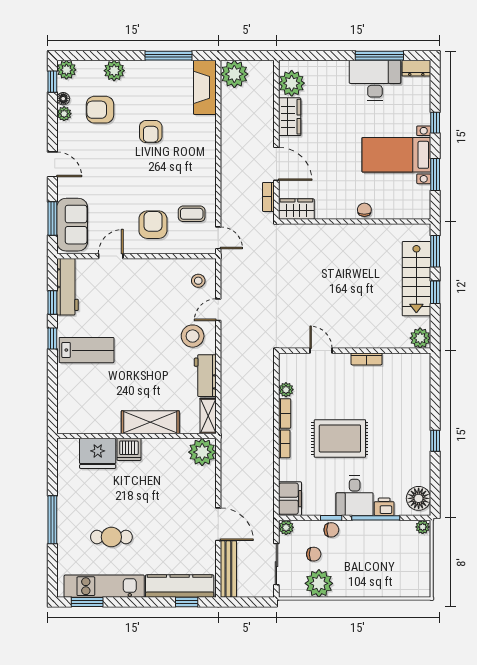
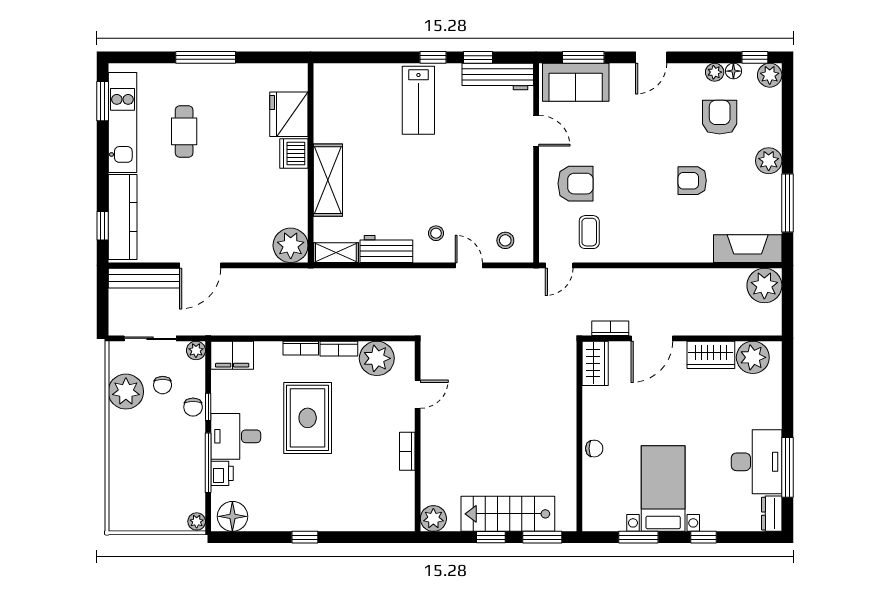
plant: (114, 71) -> (769, 161), moved
stool: (193, 336) -> (436, 233), width x0.53, depth x0.53
plant: (286, 390) -> (377, 358), width x1.87, depth x1.87

